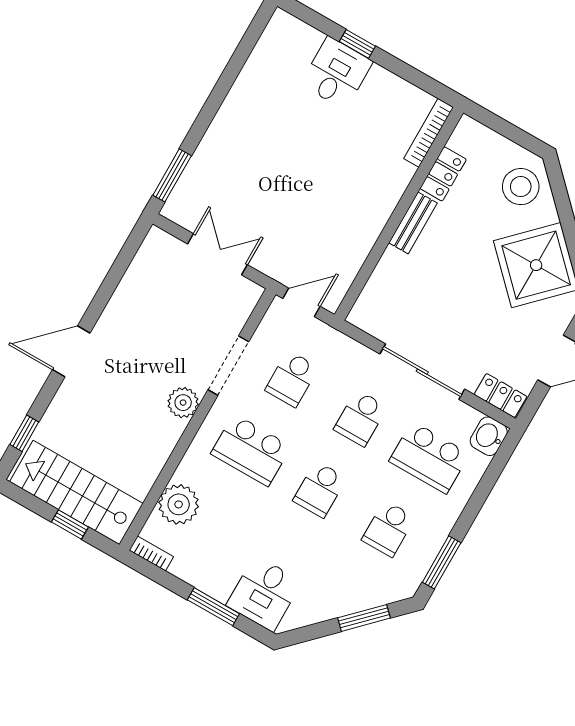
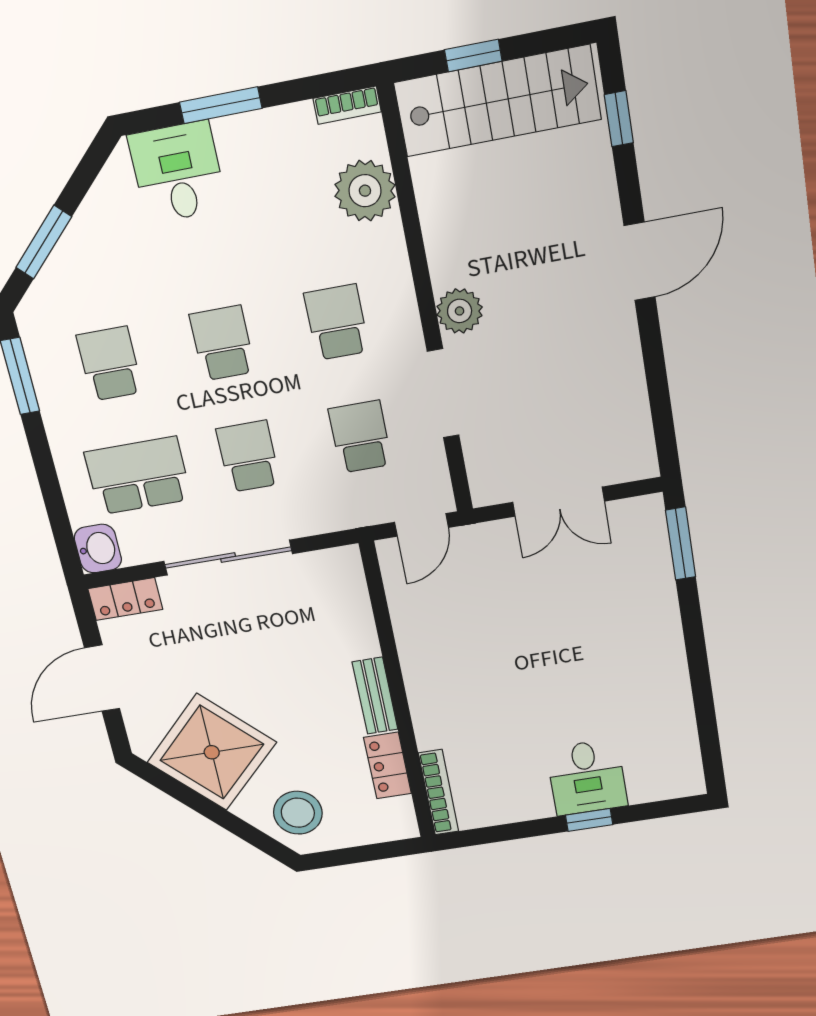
school desk: (251, 450) -> (337, 322), width x0.54

